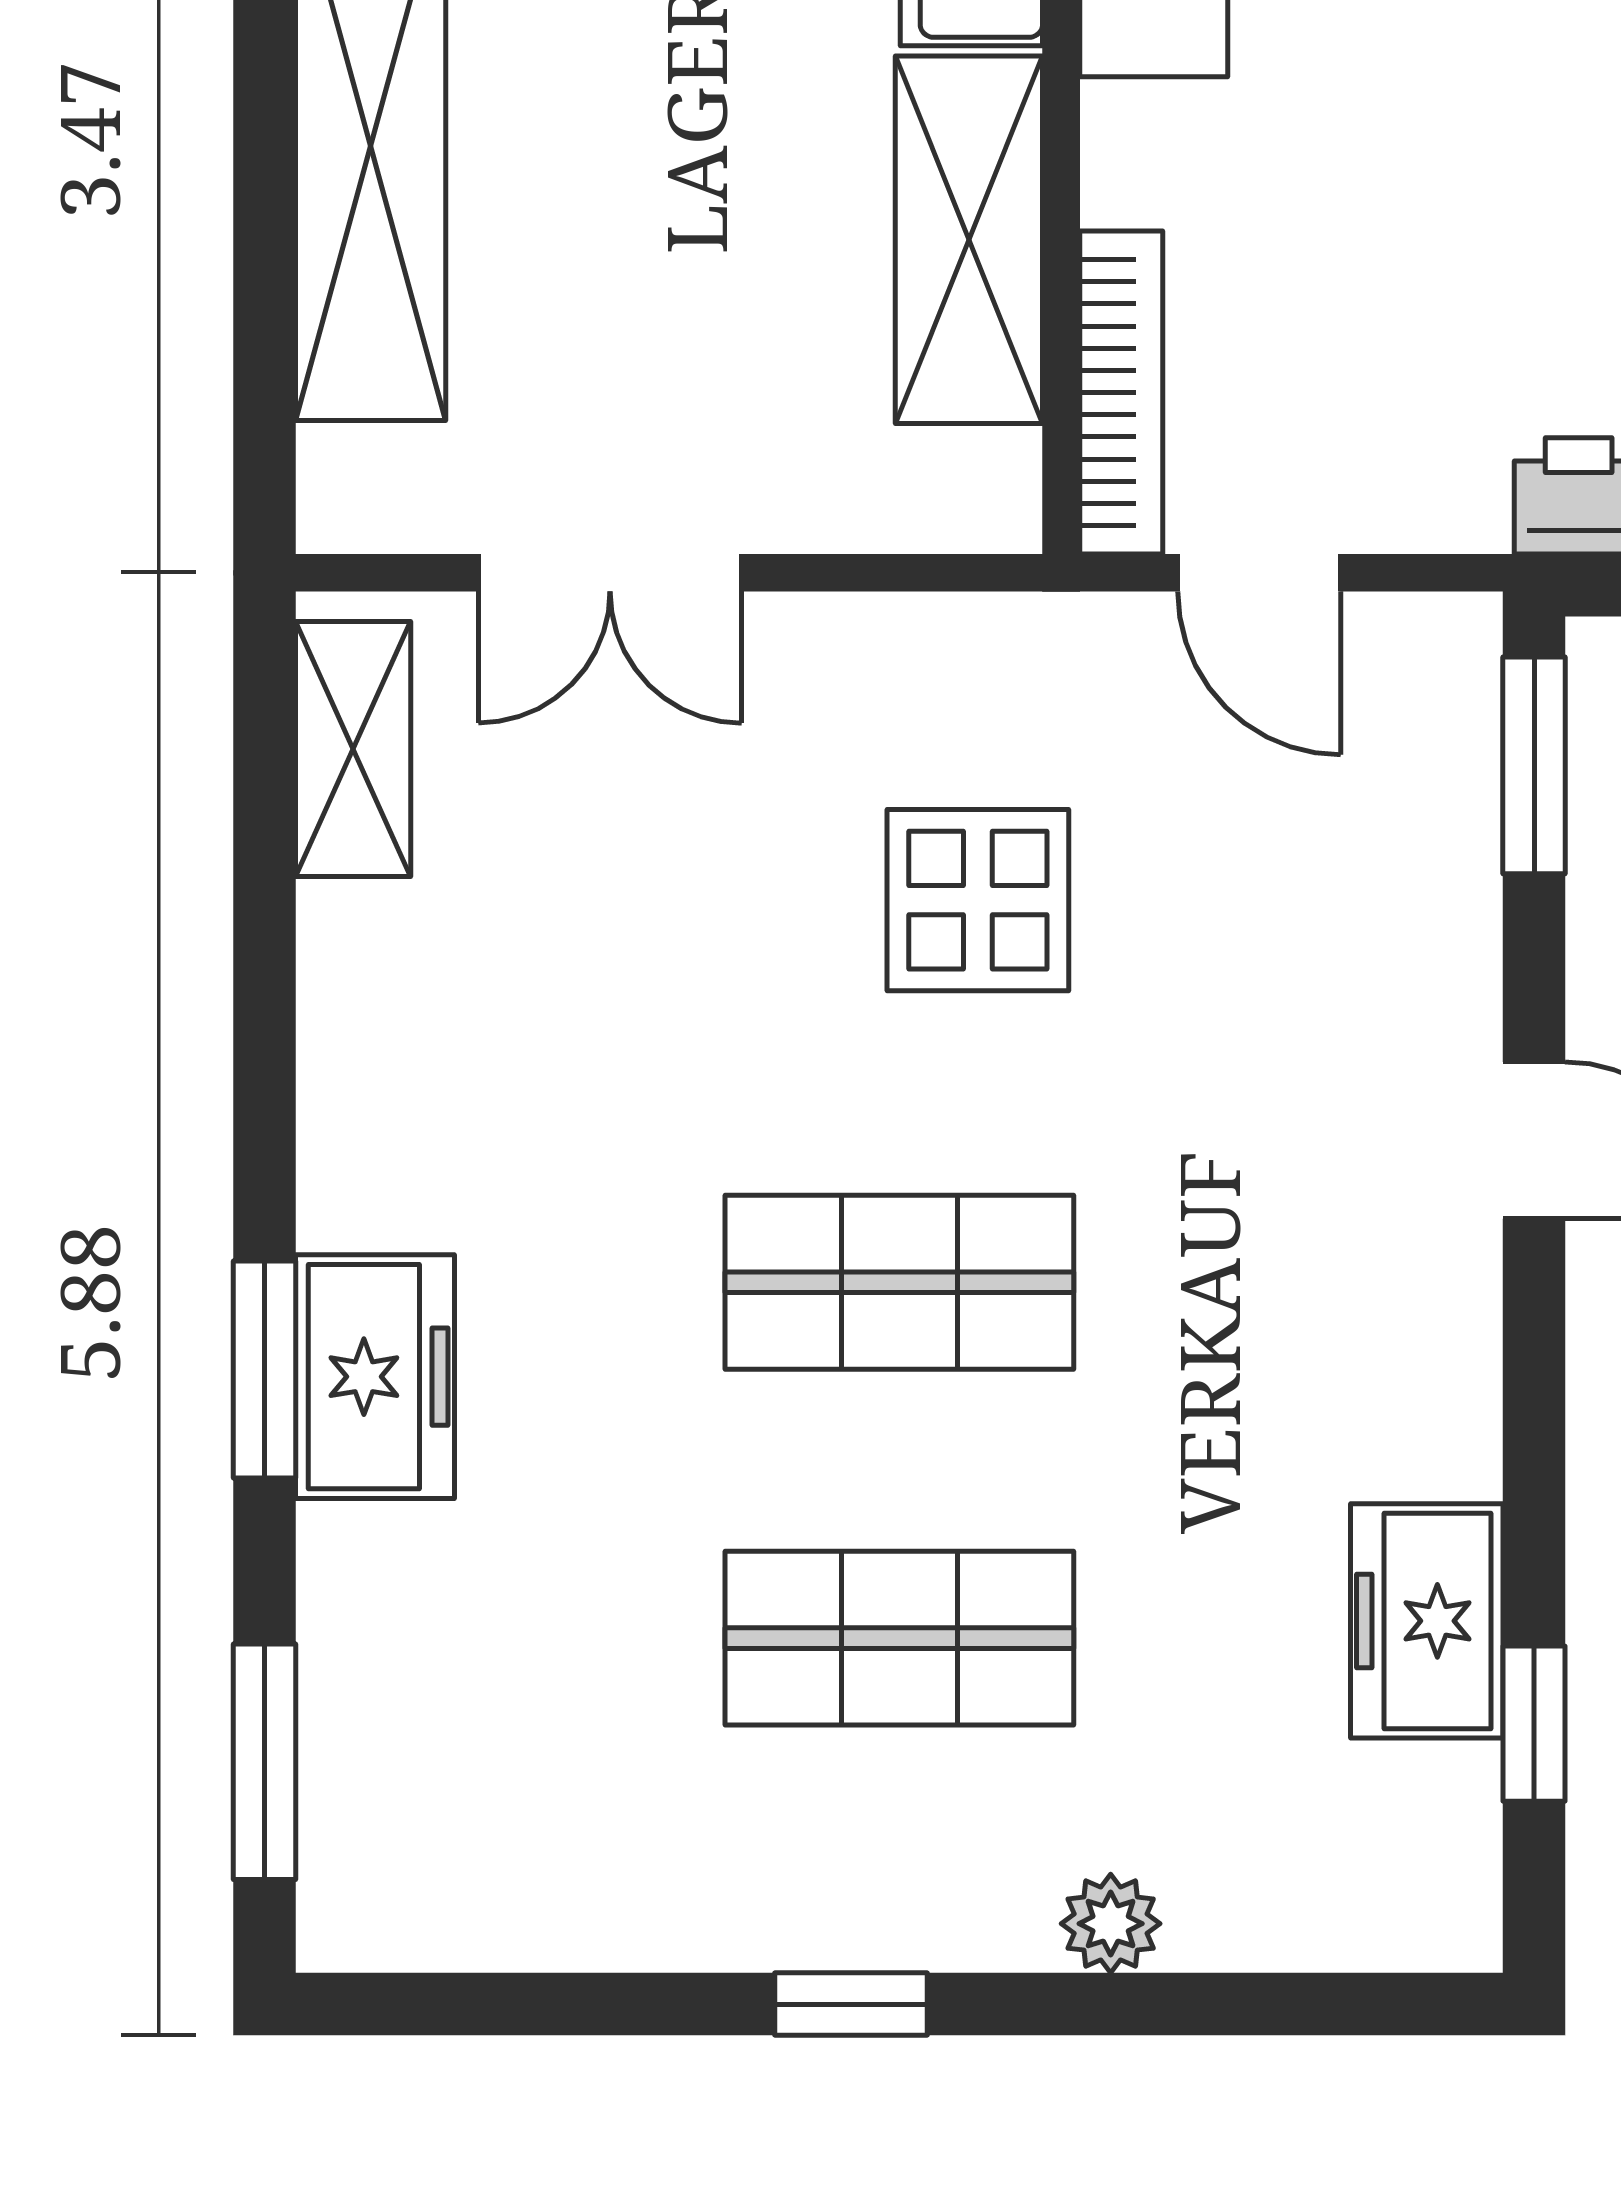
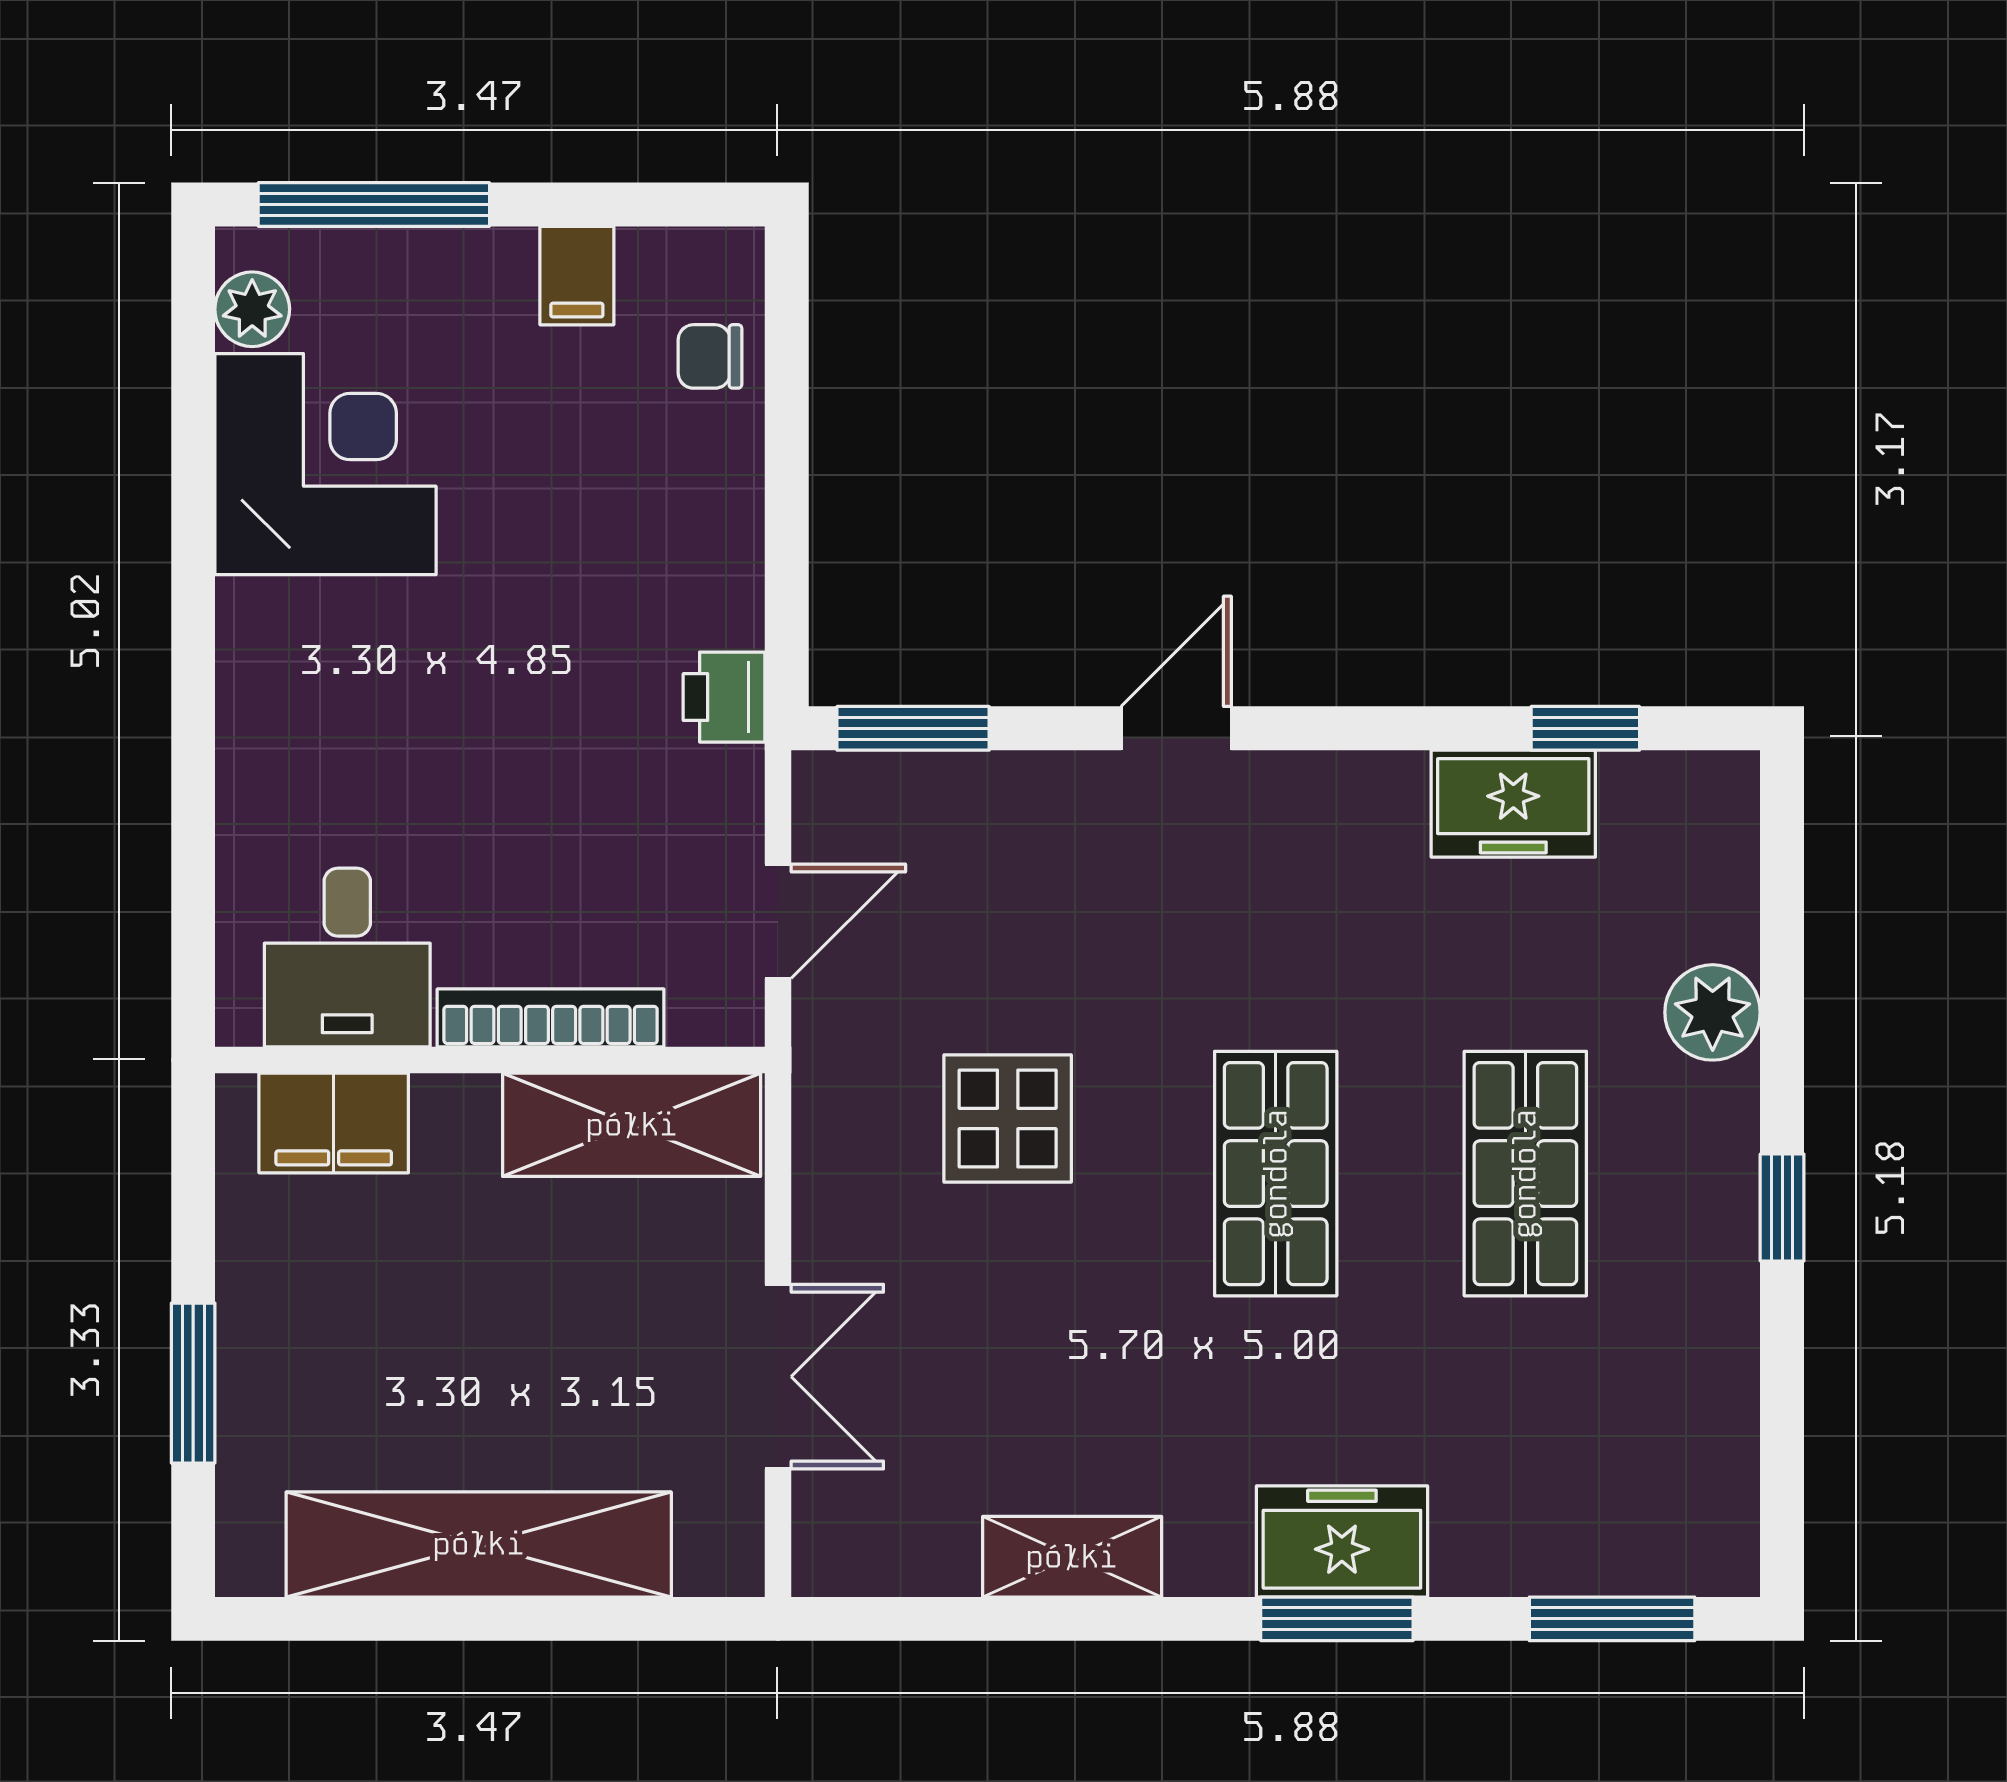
shelving: (969, 240) -> (632, 1125), moved
bookcase: (1121, 393) -> (551, 1018), moved
shelving: (353, 749) -> (1072, 1557), moved
plant: (1111, 1924) -> (1713, 1012), width x1.38, depth x1.38

